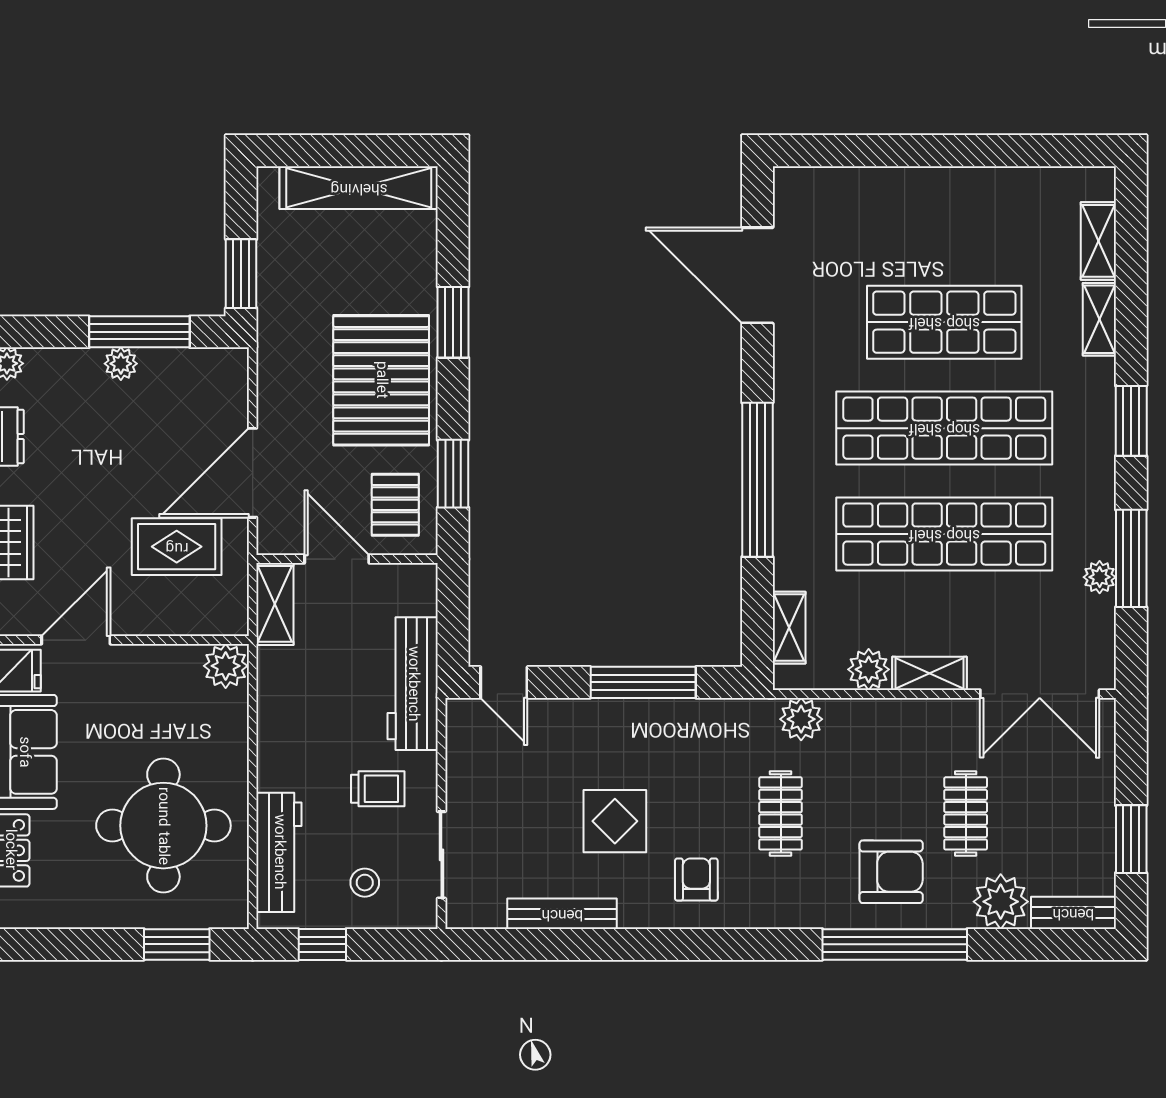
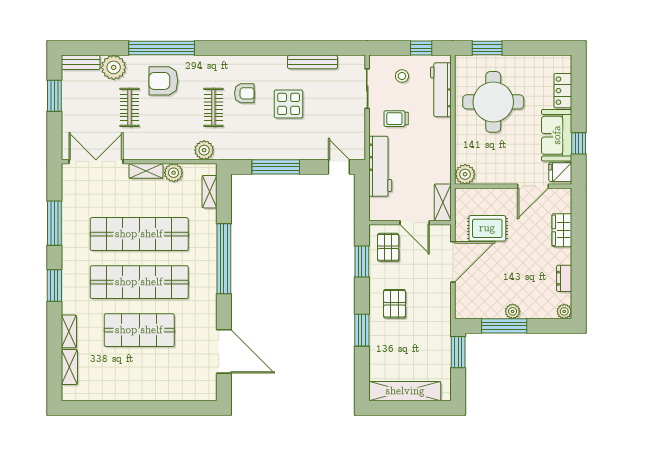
pallet: (381, 380) -> (395, 304), width x0.49, depth x0.50
plant: (1100, 577) -> (69, 215), removed
armchair: (696, 880) -> (244, 93), moved, turned -90

